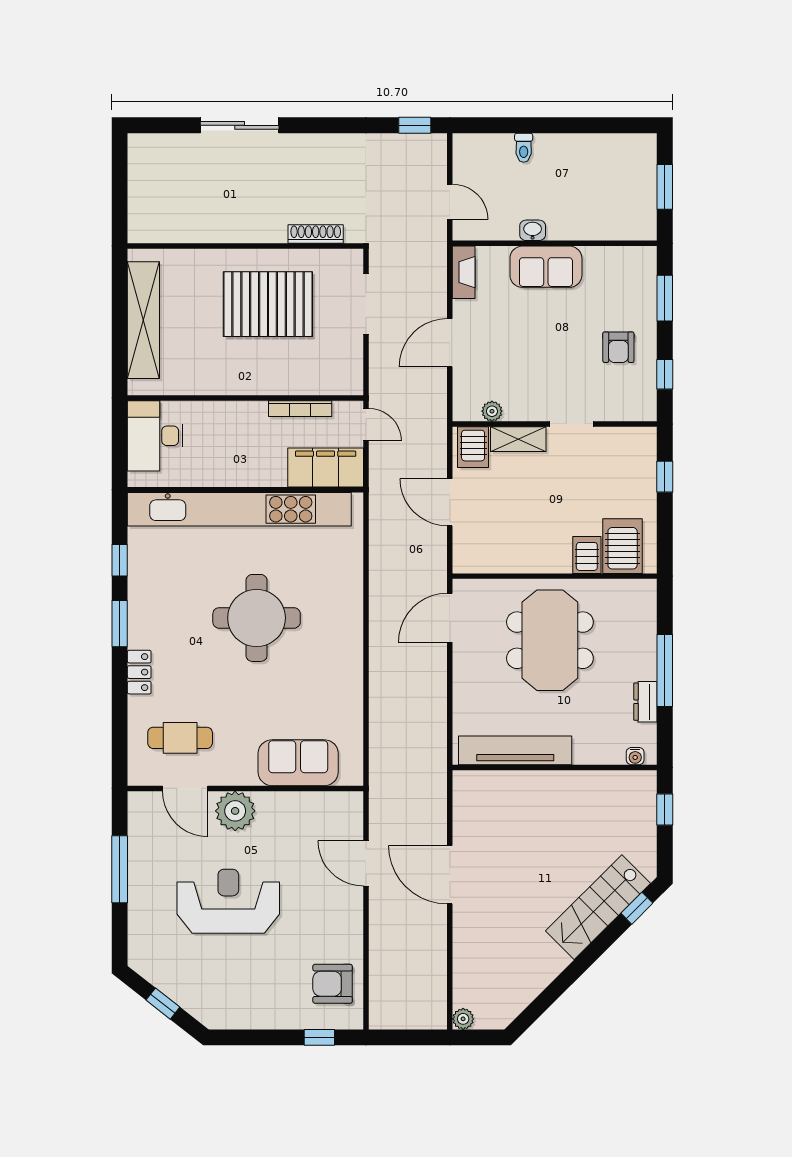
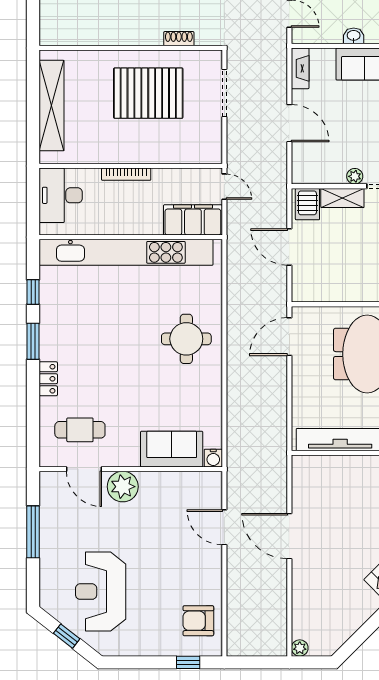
shoe rack: (316, 234) -> (179, 39), width x0.70
door: (450, 343) -> (289, 123), swing flipped
bookcase: (300, 409) -> (126, 174), moved
plant: (492, 411) -> (355, 176), moved
round table: (257, 618) -> (186, 339), moved, width x0.73, depth x0.73
water cooler: (352, 774) -> (213, 458), added
reception desk: (228, 901) -> (101, 592), moved, turned -90

